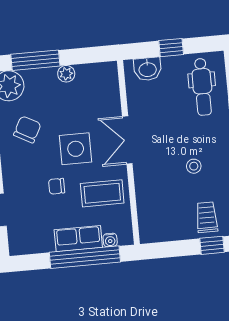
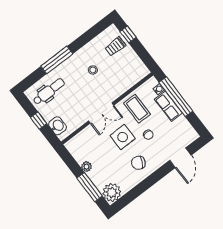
chair: (27, 129) -> (138, 163), moved

